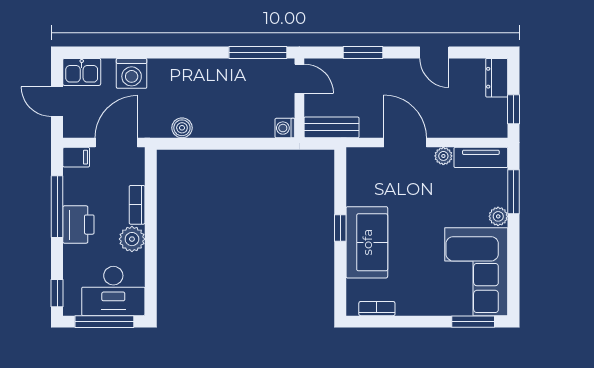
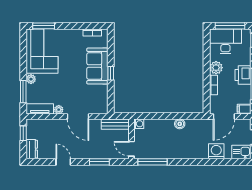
boiler: (182, 128) -> (180, 124), moved

